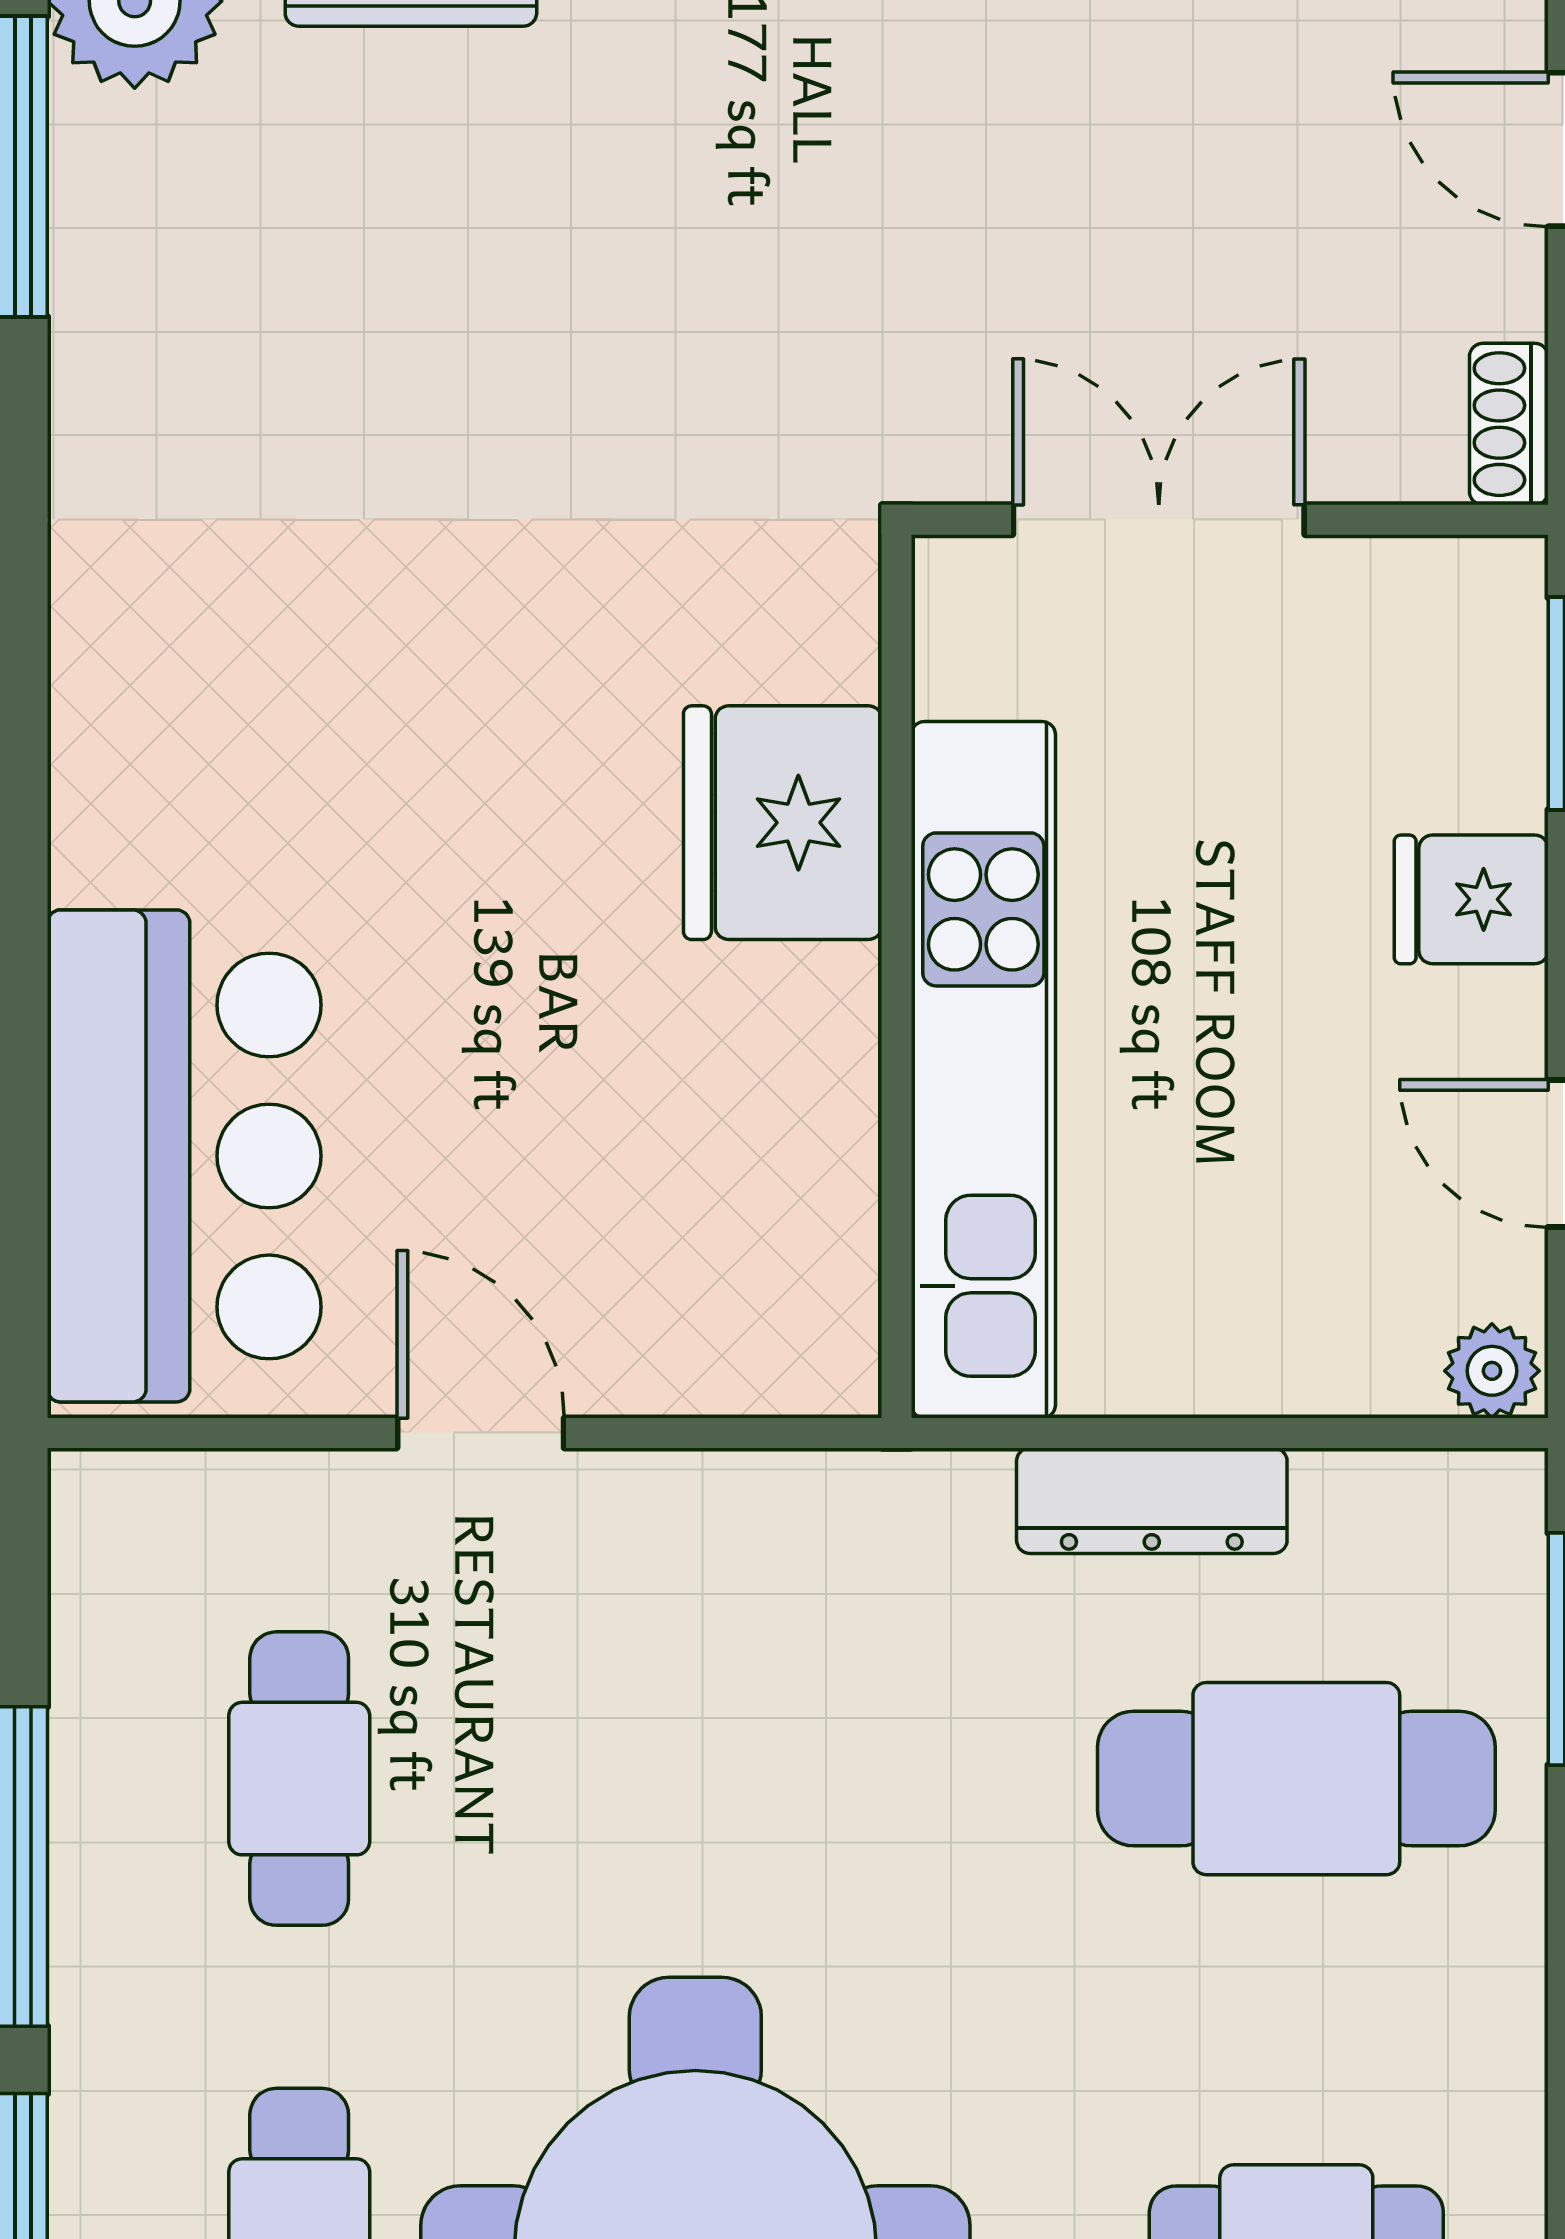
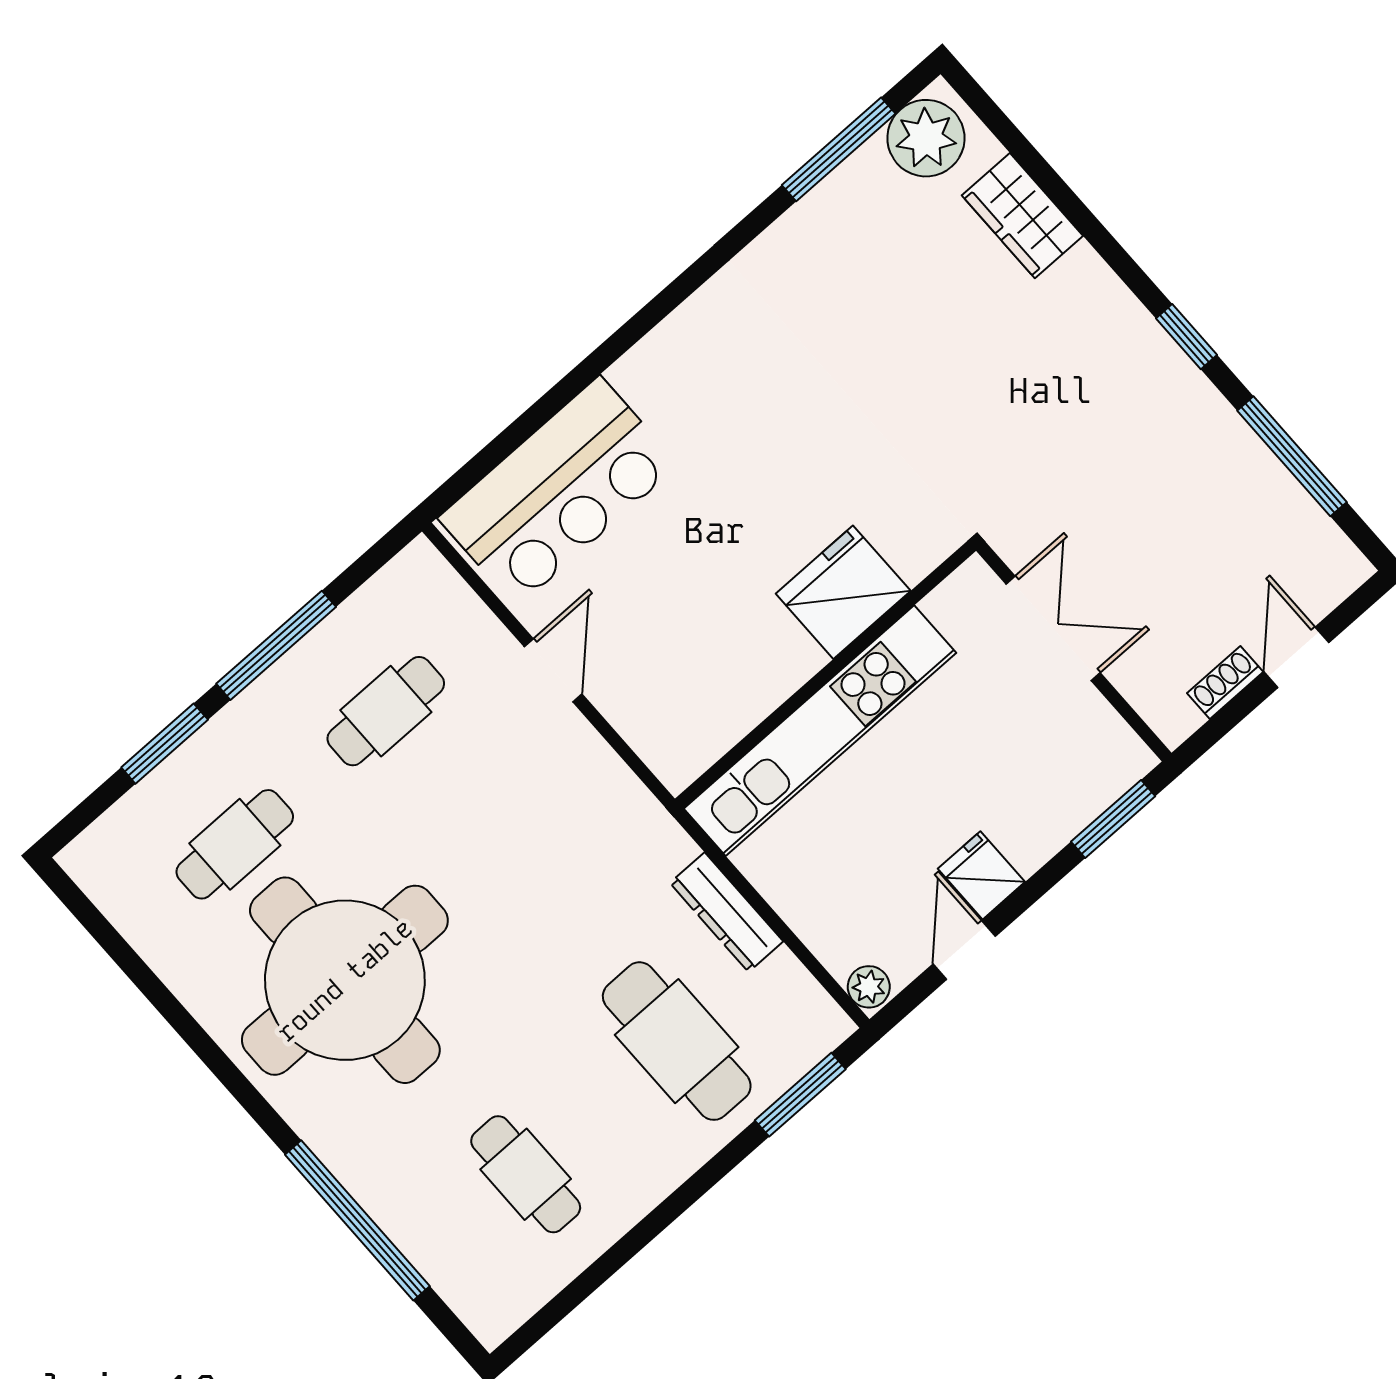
shoe rack: (1509, 424) -> (1225, 683), moved
fridge: (1471, 899) -> (981, 875), moved

